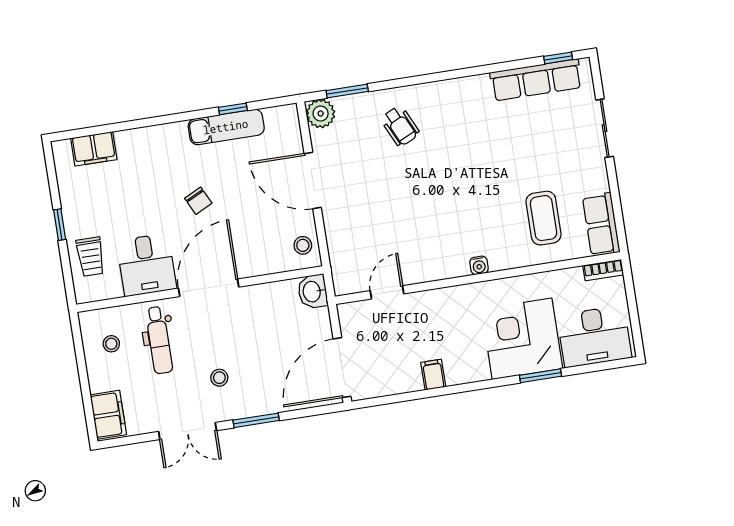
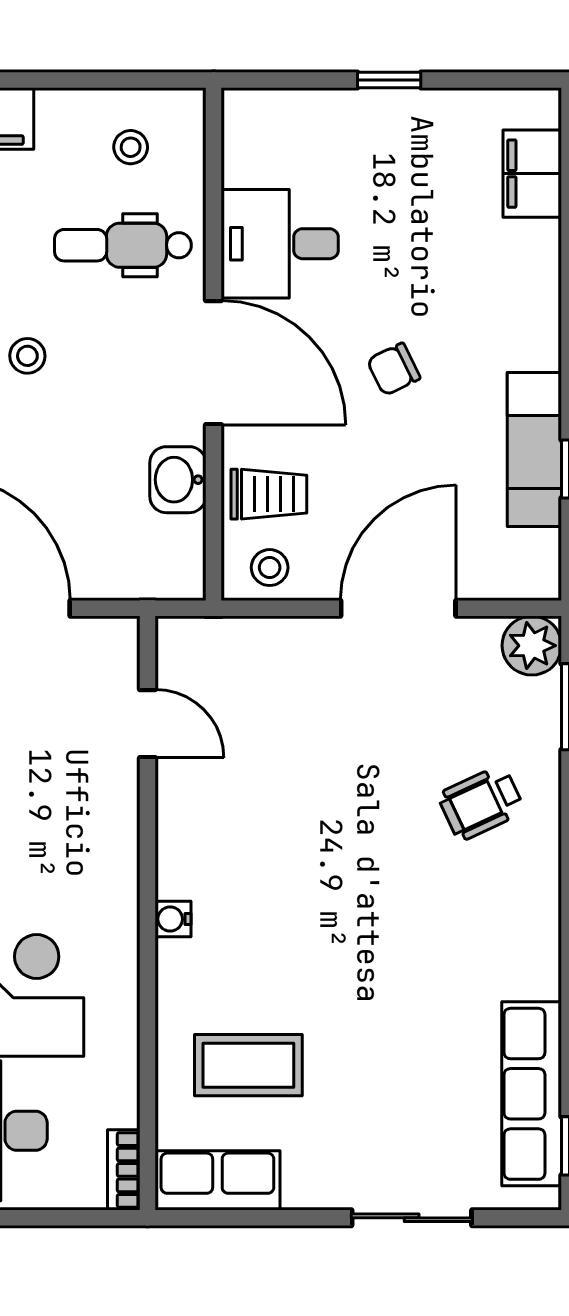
trolley: (90, 257) -> (269, 494), moved, turned 180
washbasin: (313, 292) -> (178, 480), moved, turned -90

